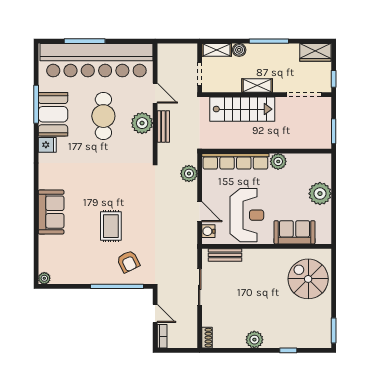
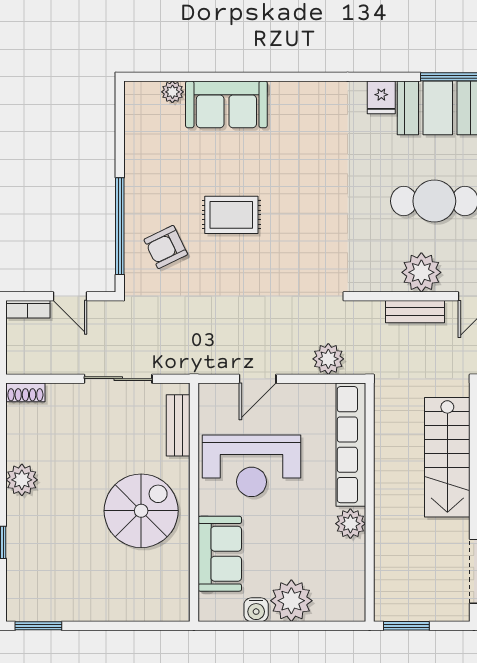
sofa: (51, 212) -> (226, 104), moved
water cooler: (208, 231) -> (256, 610), moved, turned 180
plant: (44, 278) -> (172, 92), moved
spiral stairs: (308, 279) -> (141, 511), moved
door: (155, 313) -> (70, 296), hinge flipped

